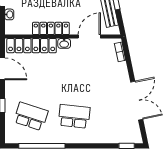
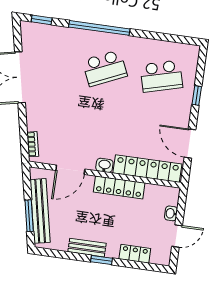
school desk: (31, 116) -> (161, 76), turned -33
school desk: (74, 116) -> (105, 68), turned -30
window: (42, 146) -> (99, 28), moved

